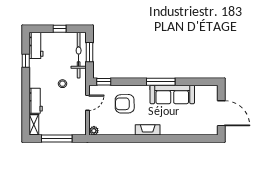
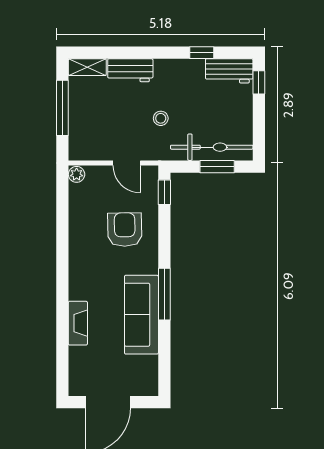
window: (60, 29) -> (259, 82), moved
fireplace: (148, 130) -> (78, 323), moved

